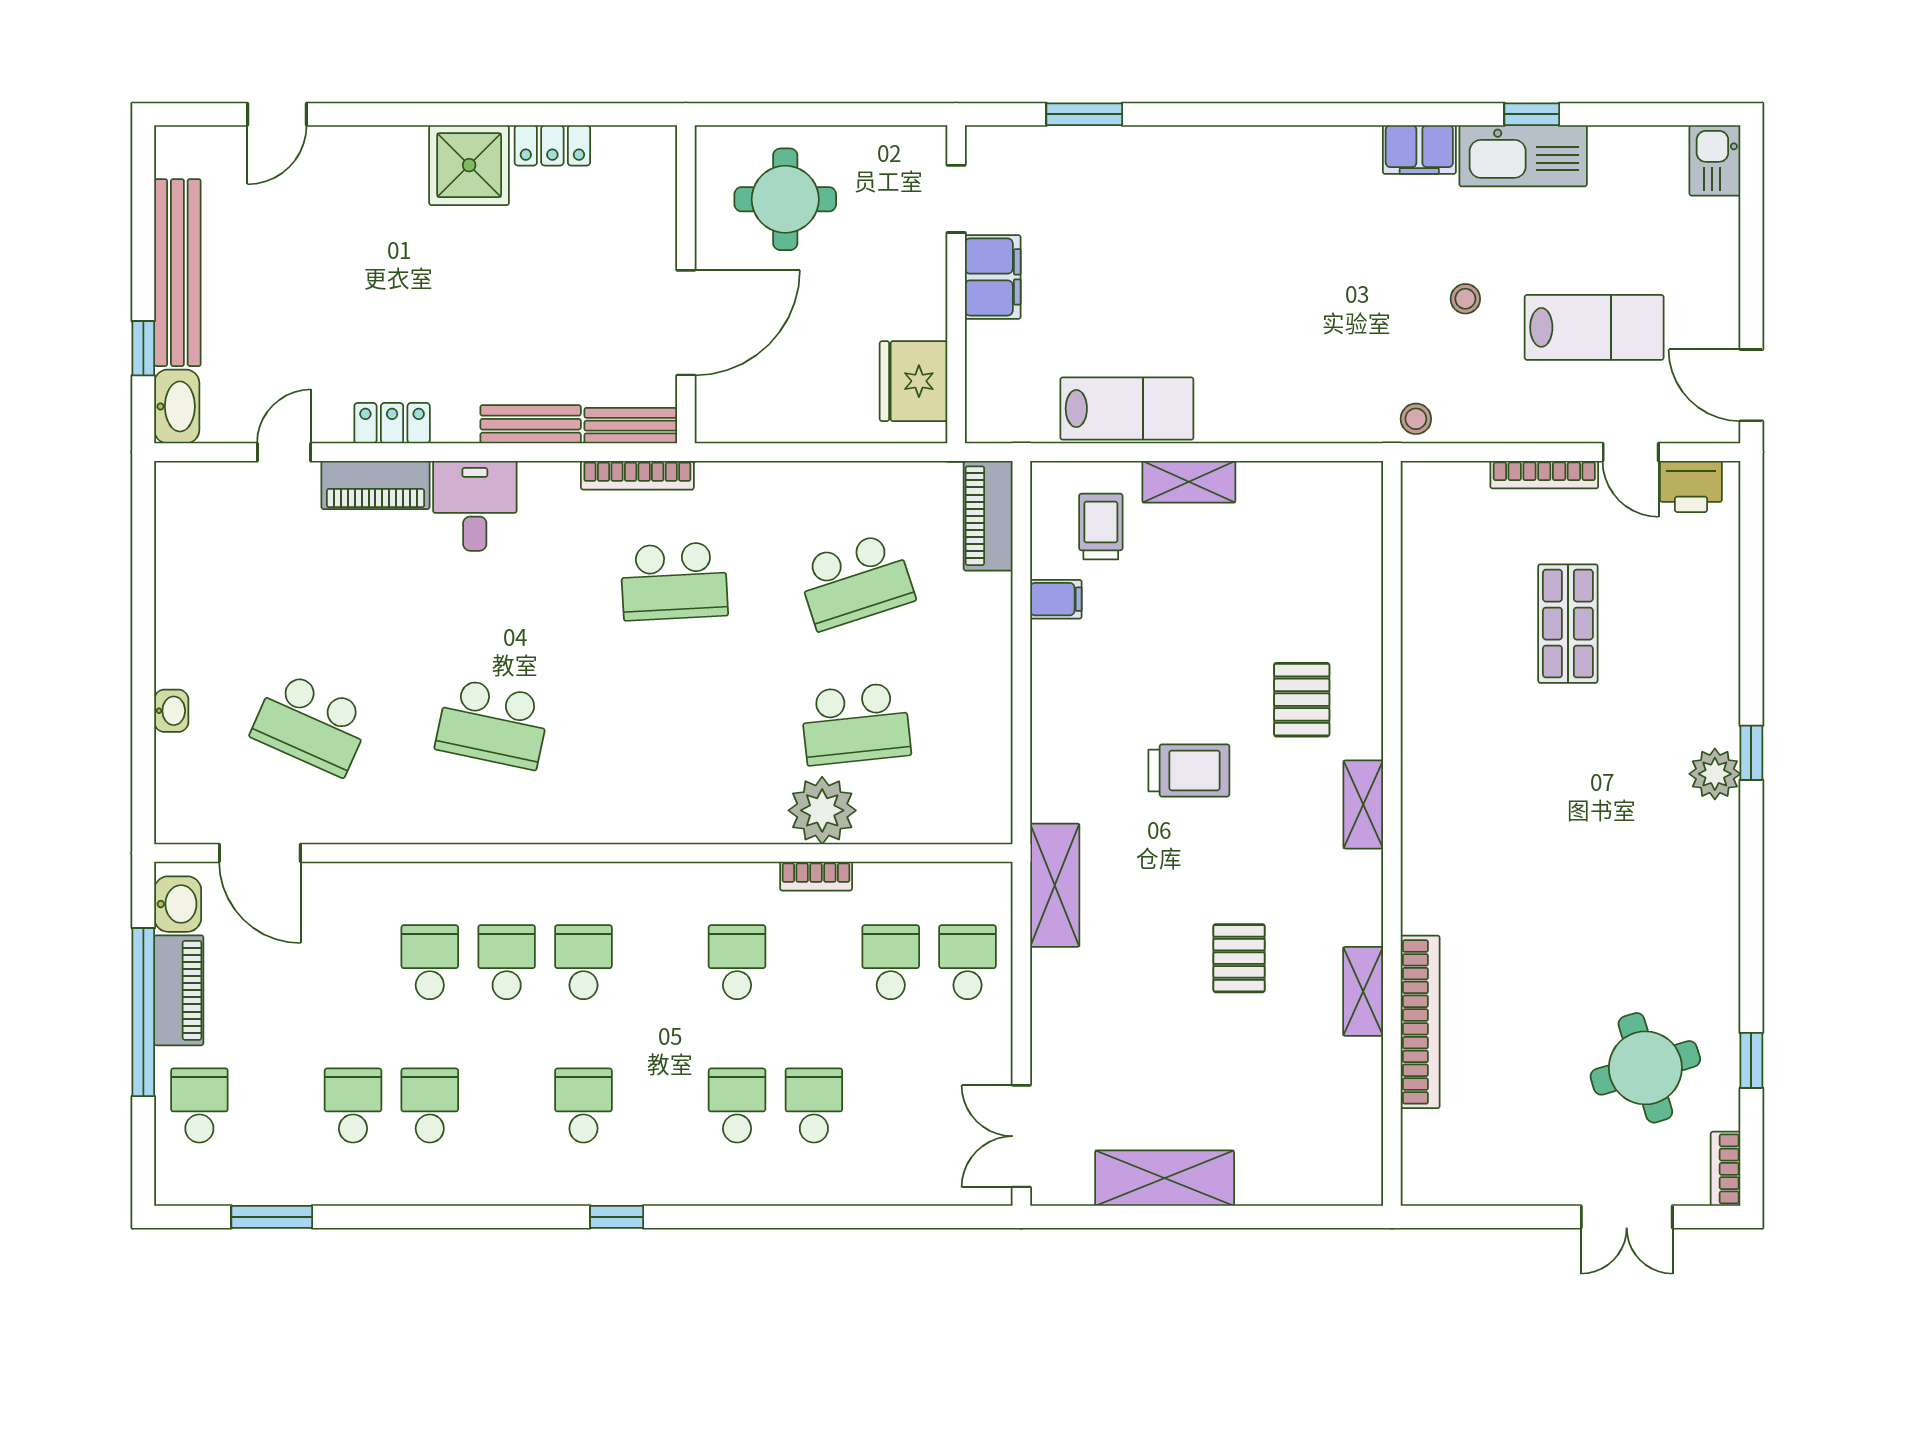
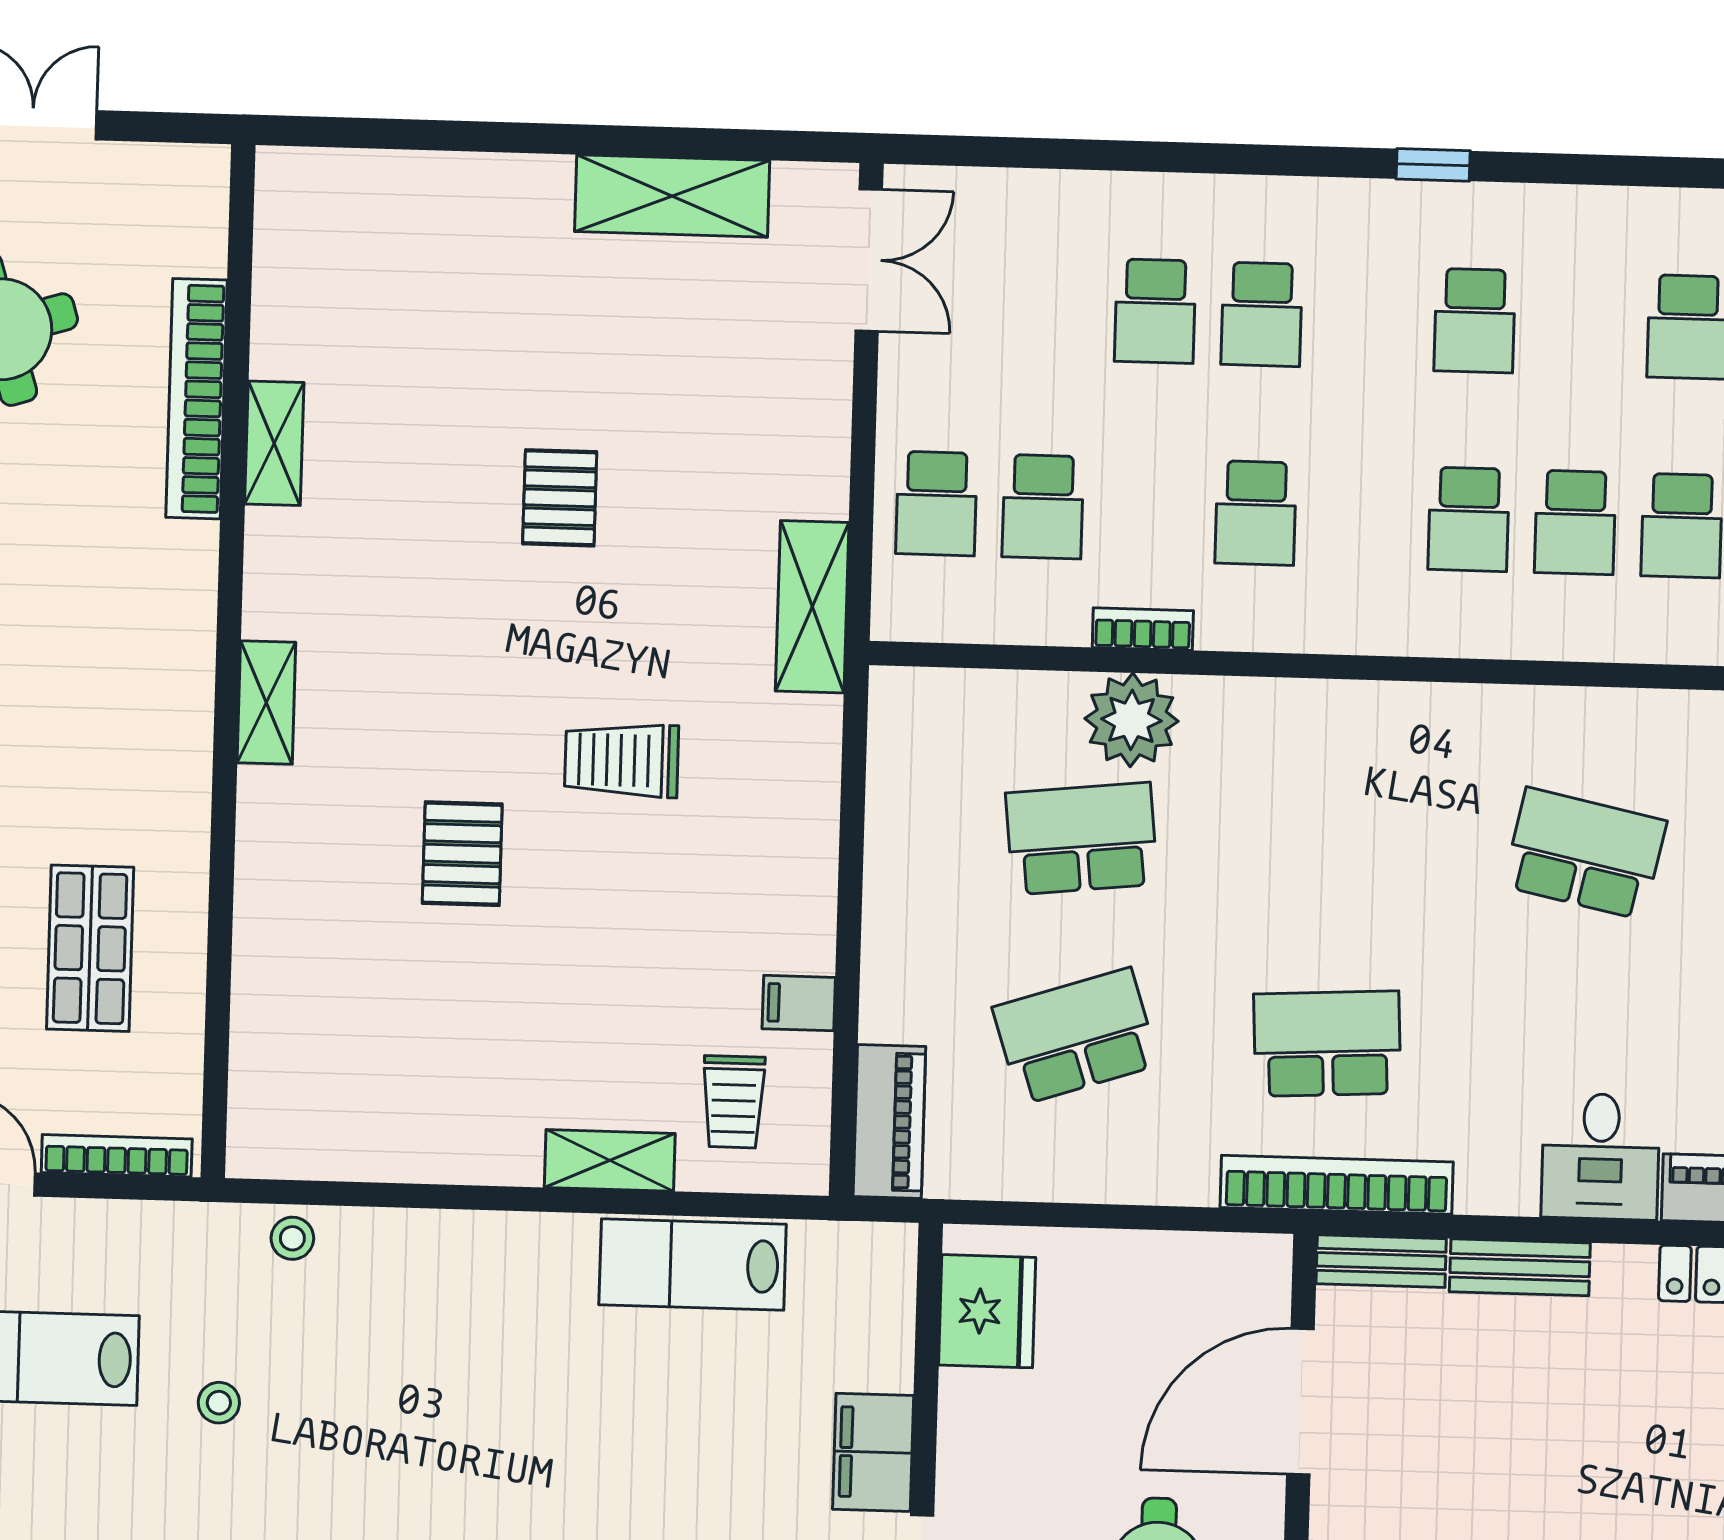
bookcase: (637, 475) -> (1337, 1185), width x1.48, depth x1.31
shelving: (1363, 804) -> (266, 702), moved
wall: (1392, 833) -> (228, 661), moved
shelving: (1363, 991) -> (274, 443), moved
bookcase: (1420, 1022) -> (197, 399), moved

